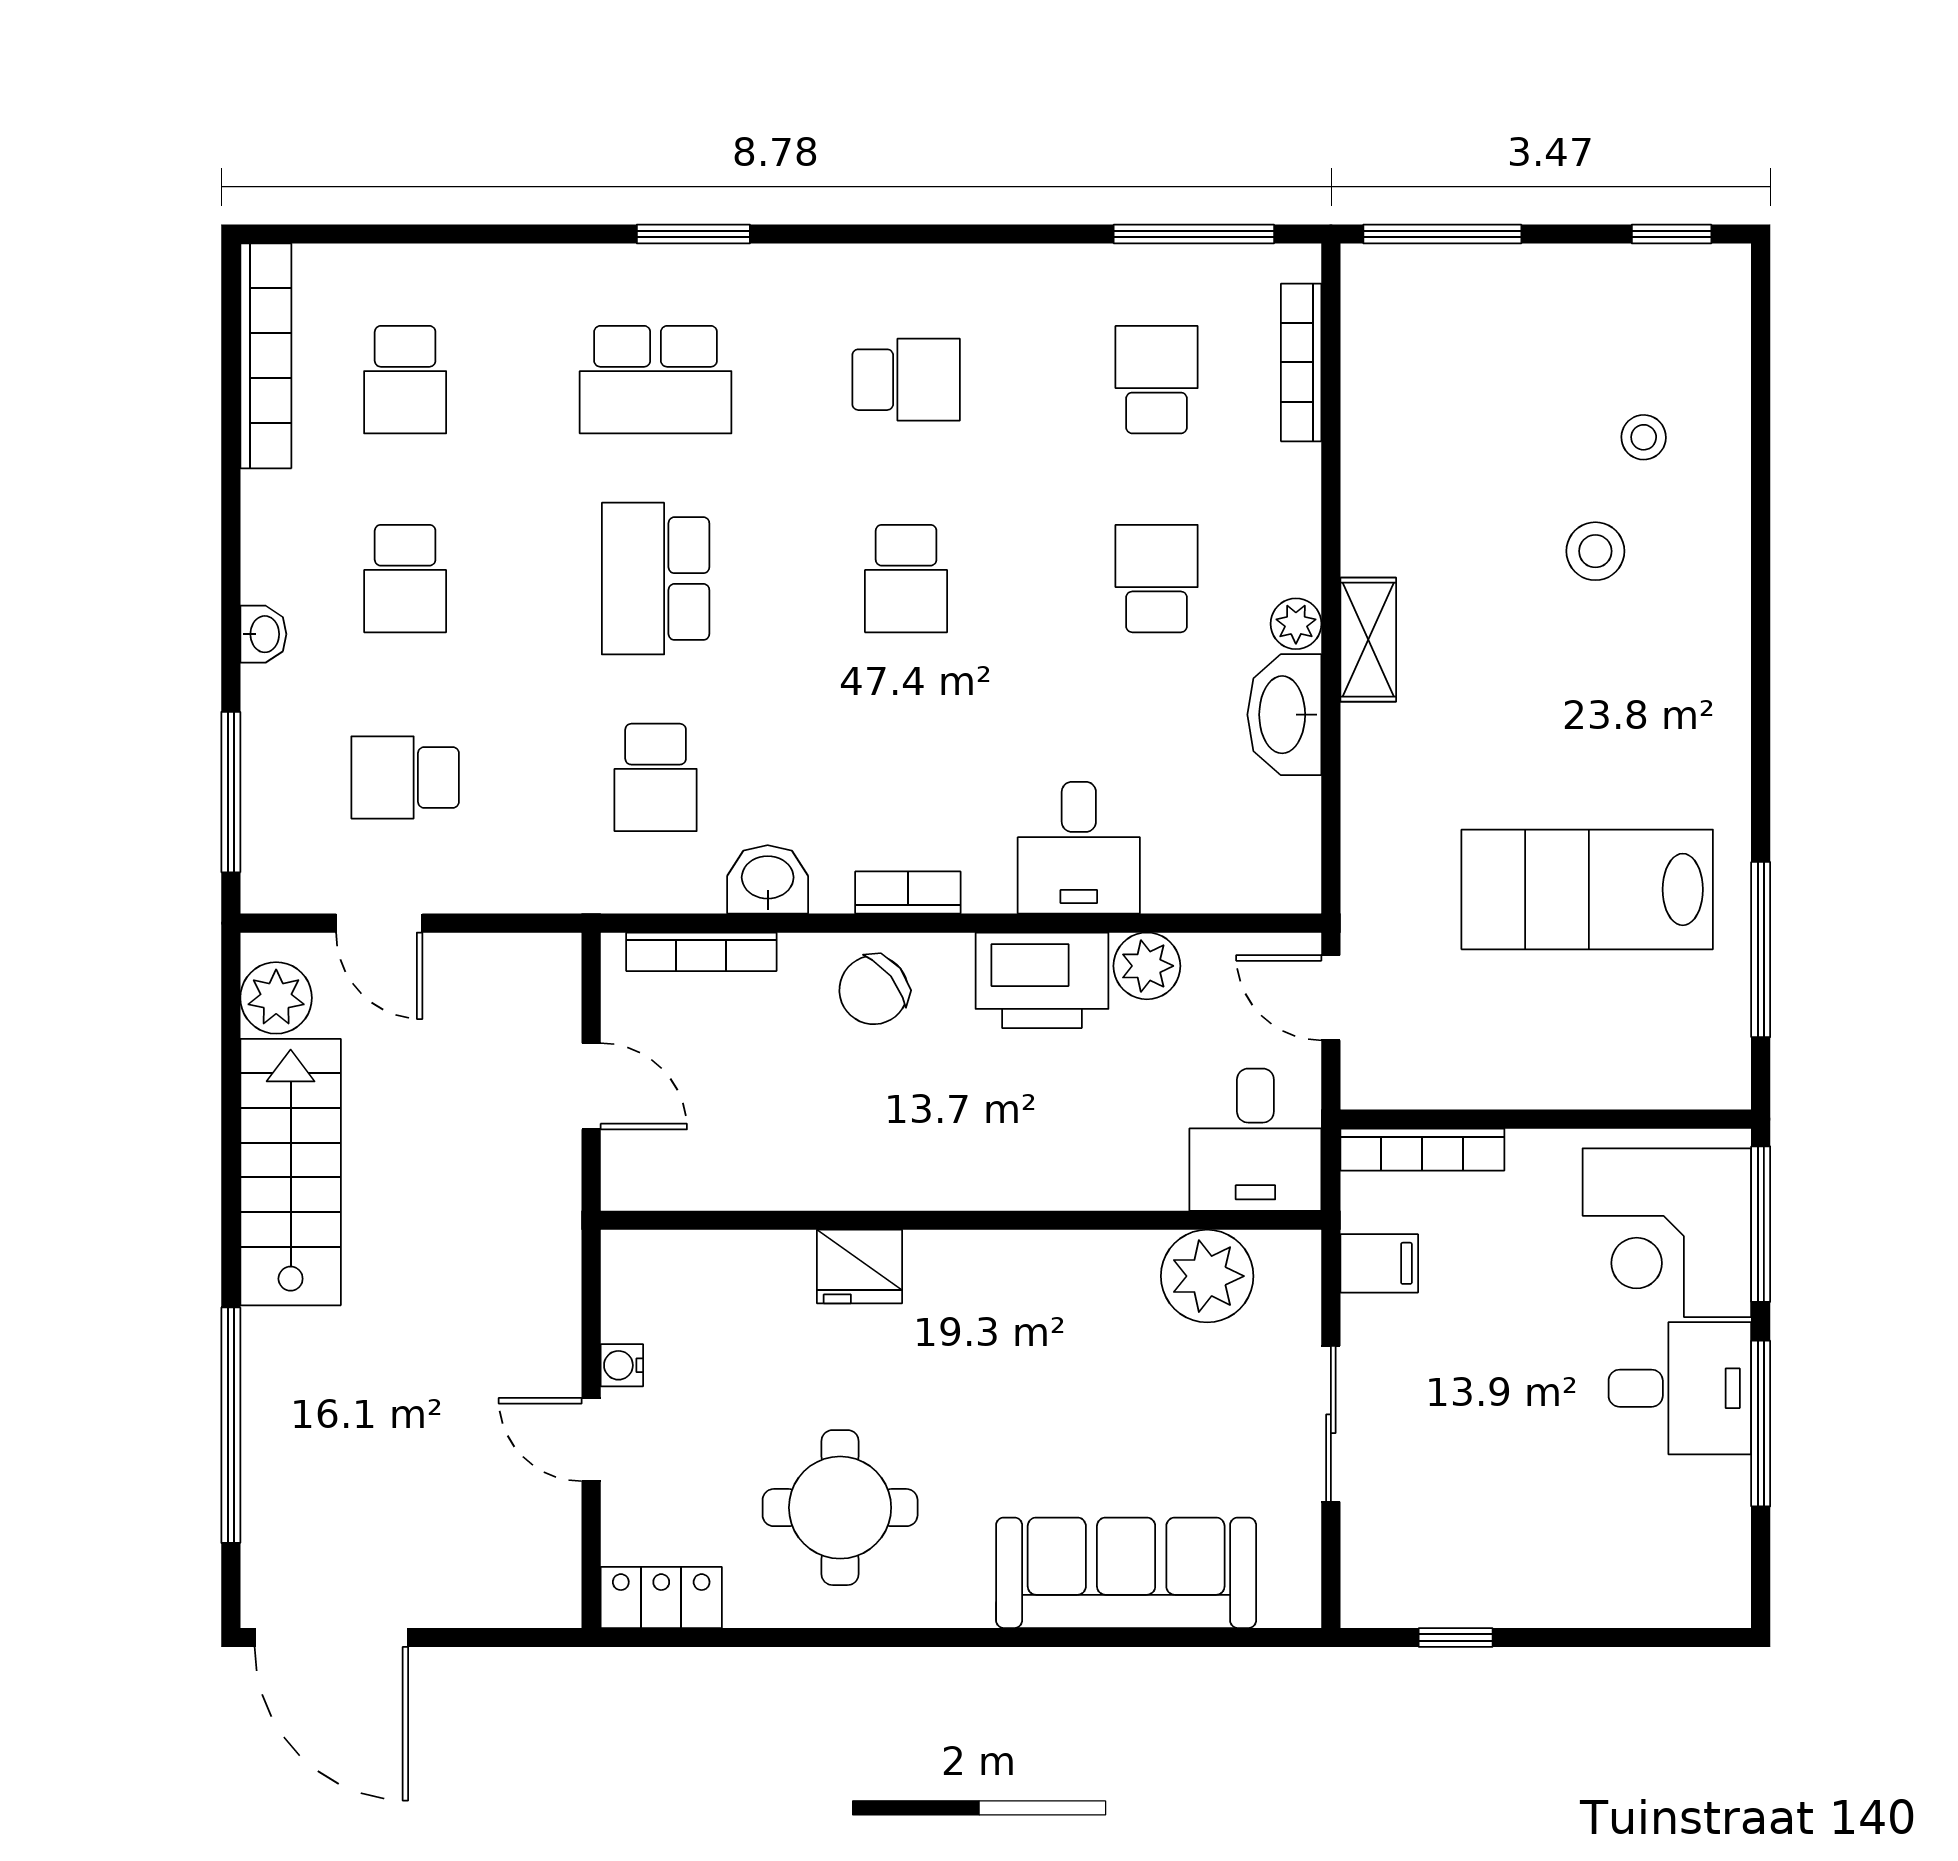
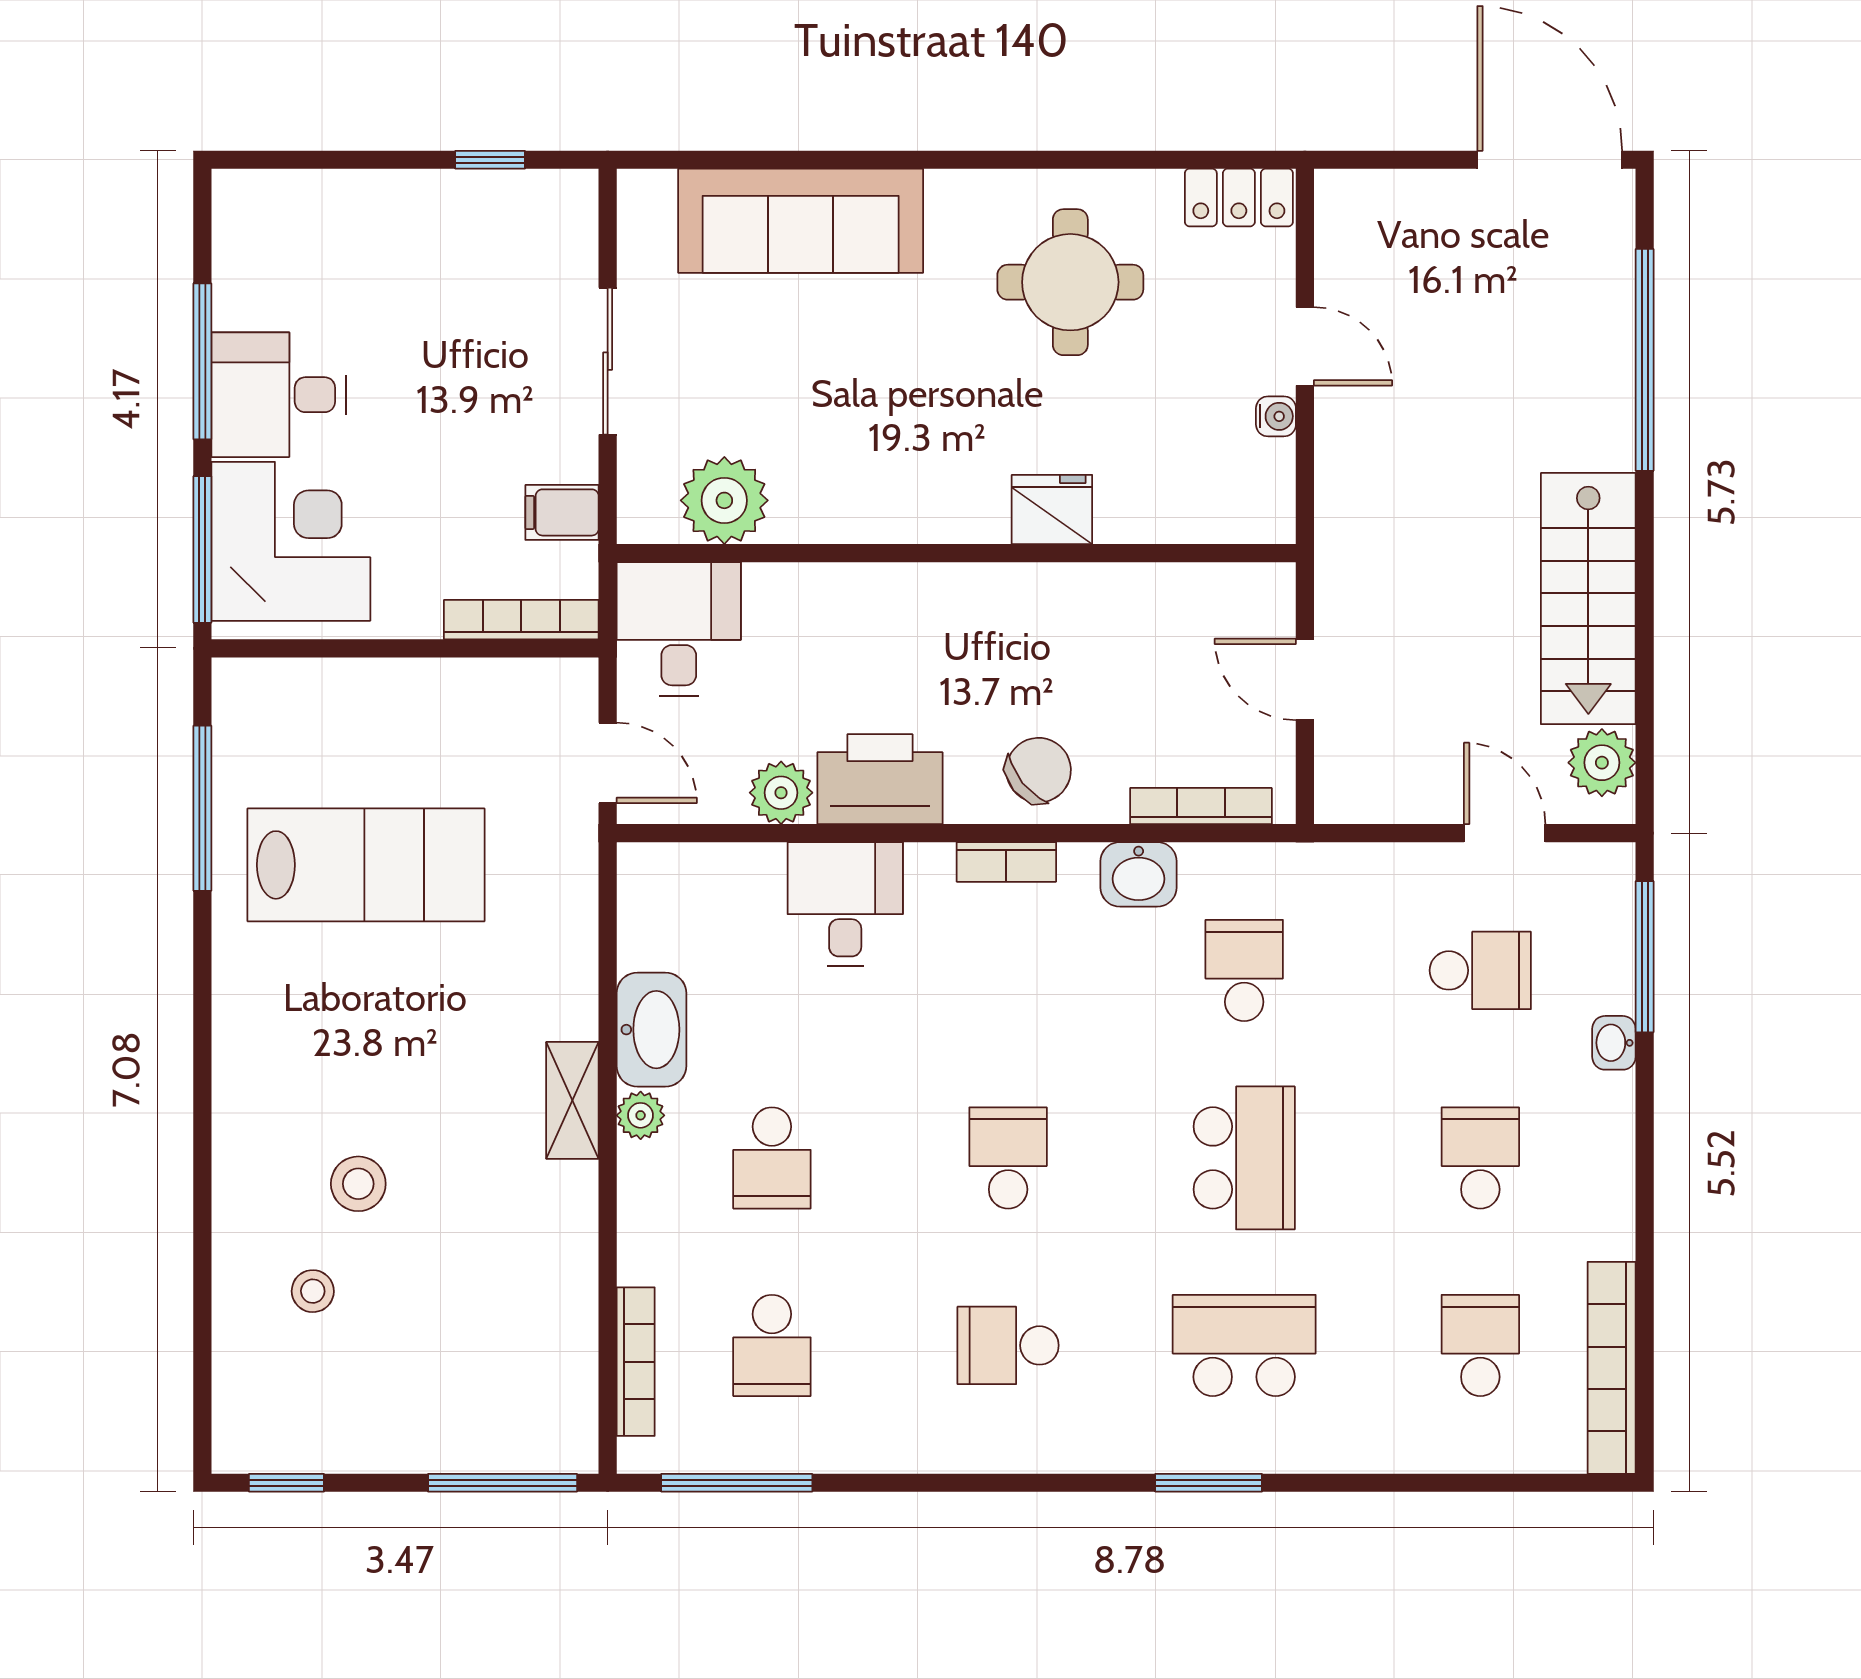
washbasin: (263, 634) -> (1614, 1043), moved

